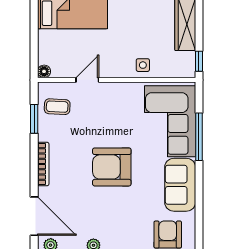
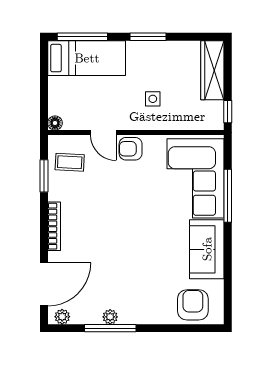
side table: (143, 65) -> (153, 99), moved
door: (87, 80) -> (103, 132), swing flipped
armchair: (112, 167) -> (131, 149), moved, width x0.53, depth x0.53
door: (34, 216) -> (44, 284), hinge flipped

